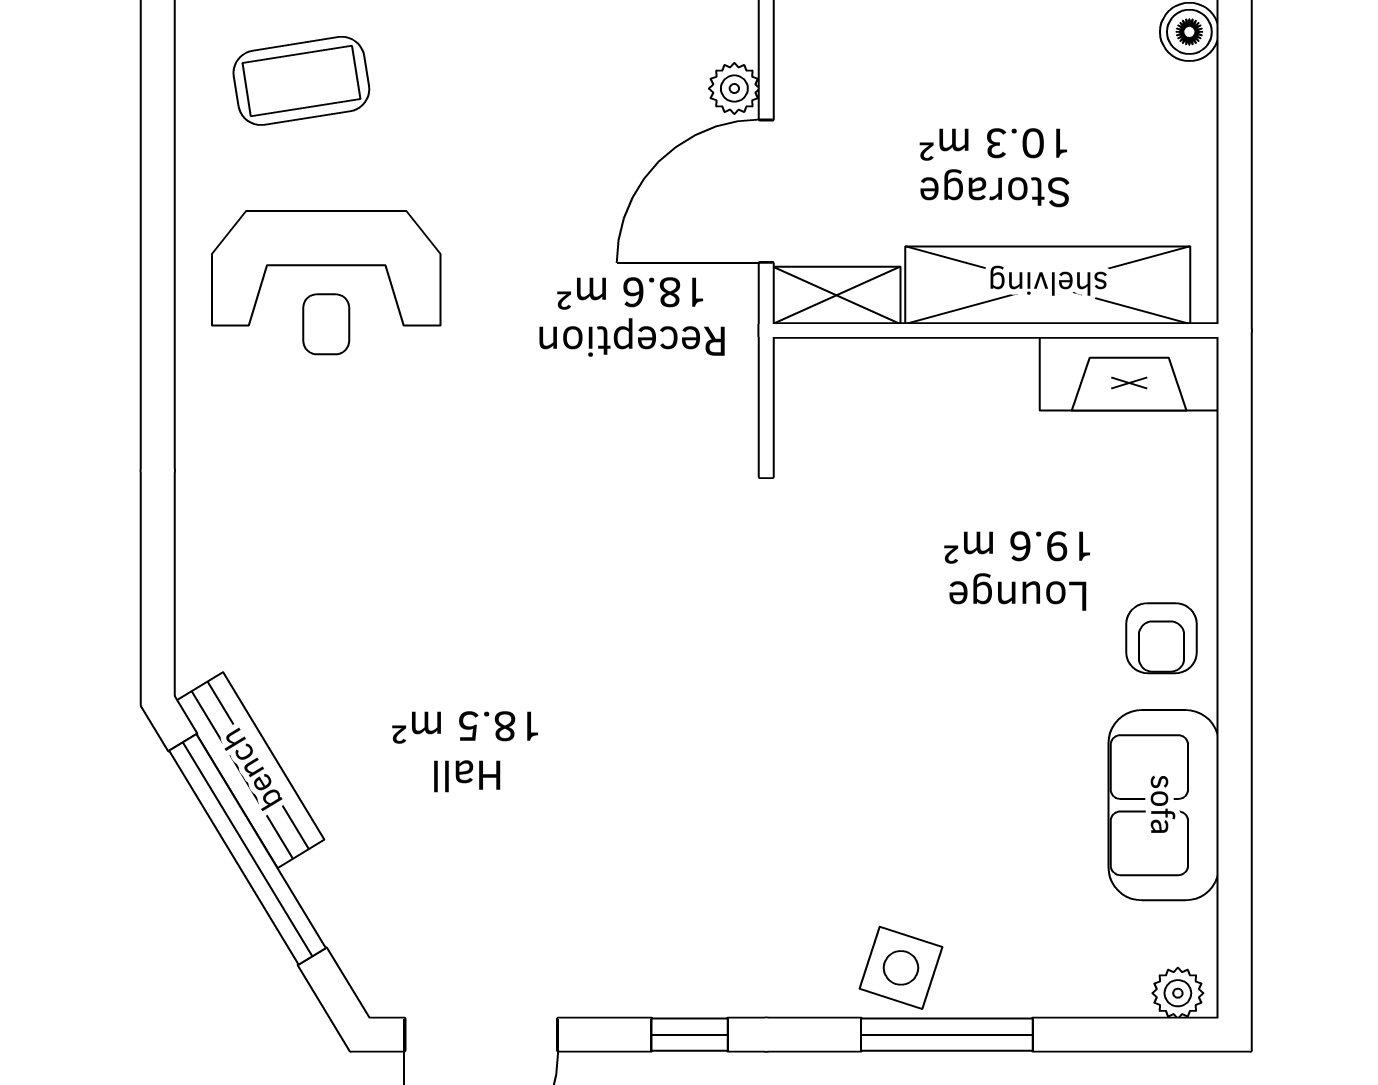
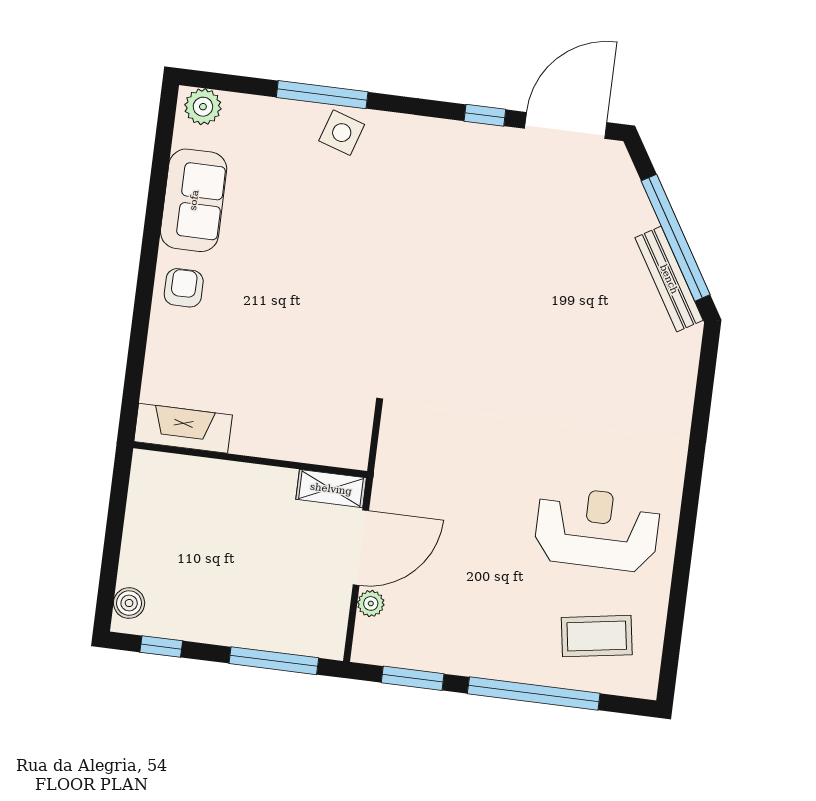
shelving: (1048, 285) -> (220, 480), removed
plant: (1178, 993) -> (203, 107), width x1.38, depth x1.38
window: (690, 1035) -> (485, 115), moved

